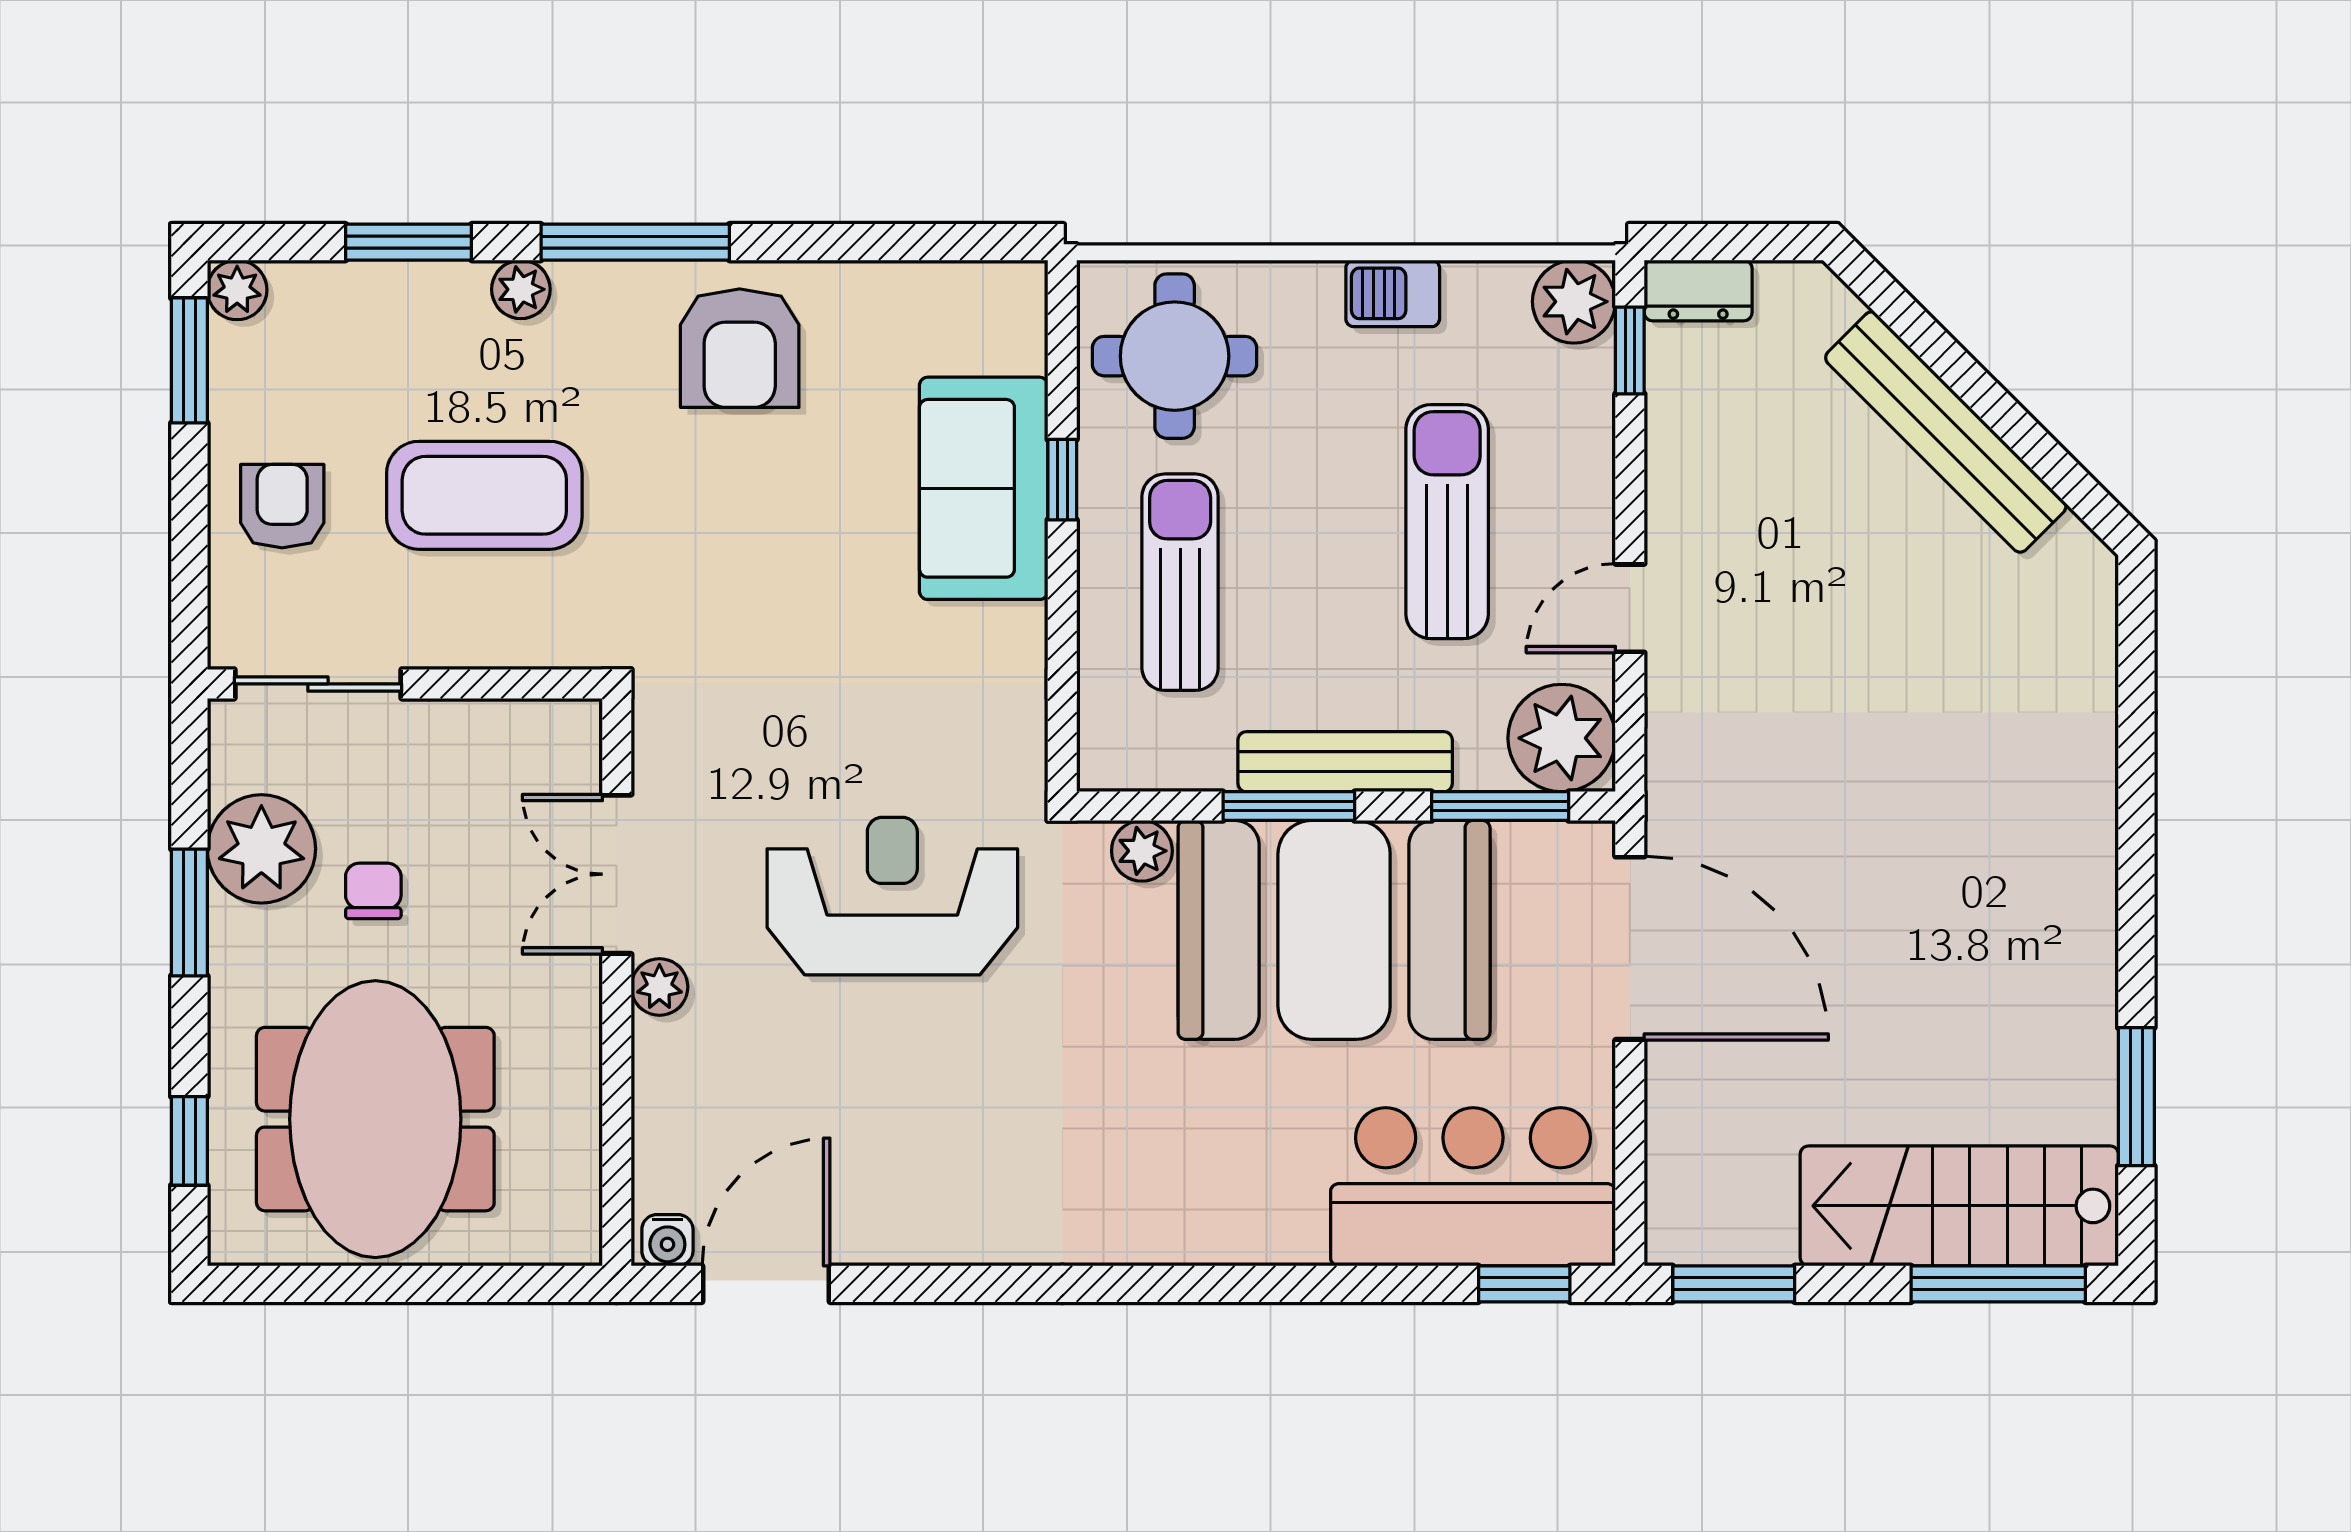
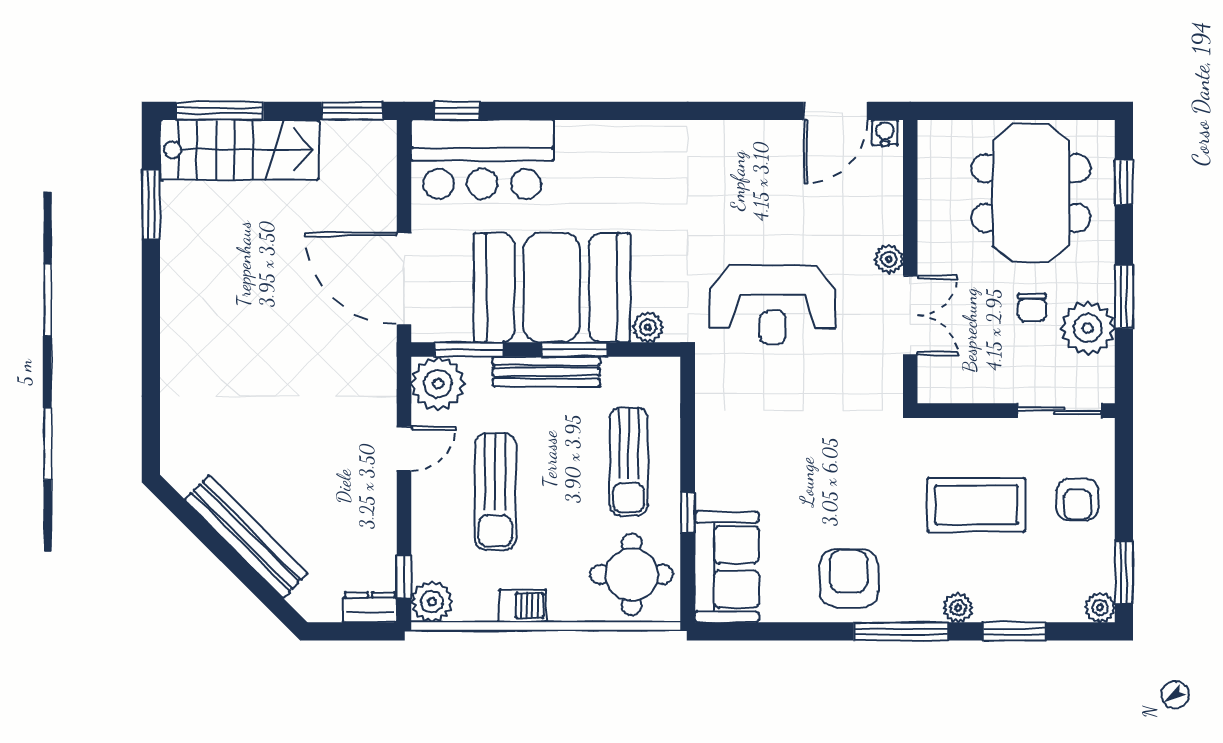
sofa: (984, 488) -> (727, 567), moved

